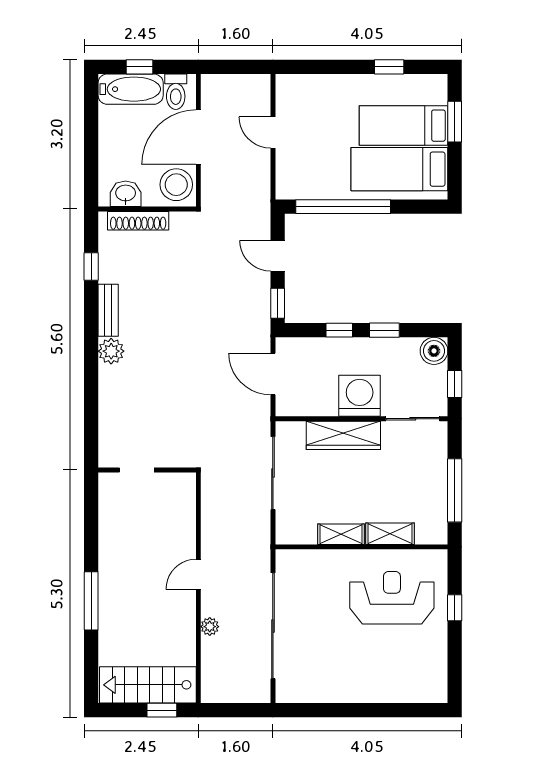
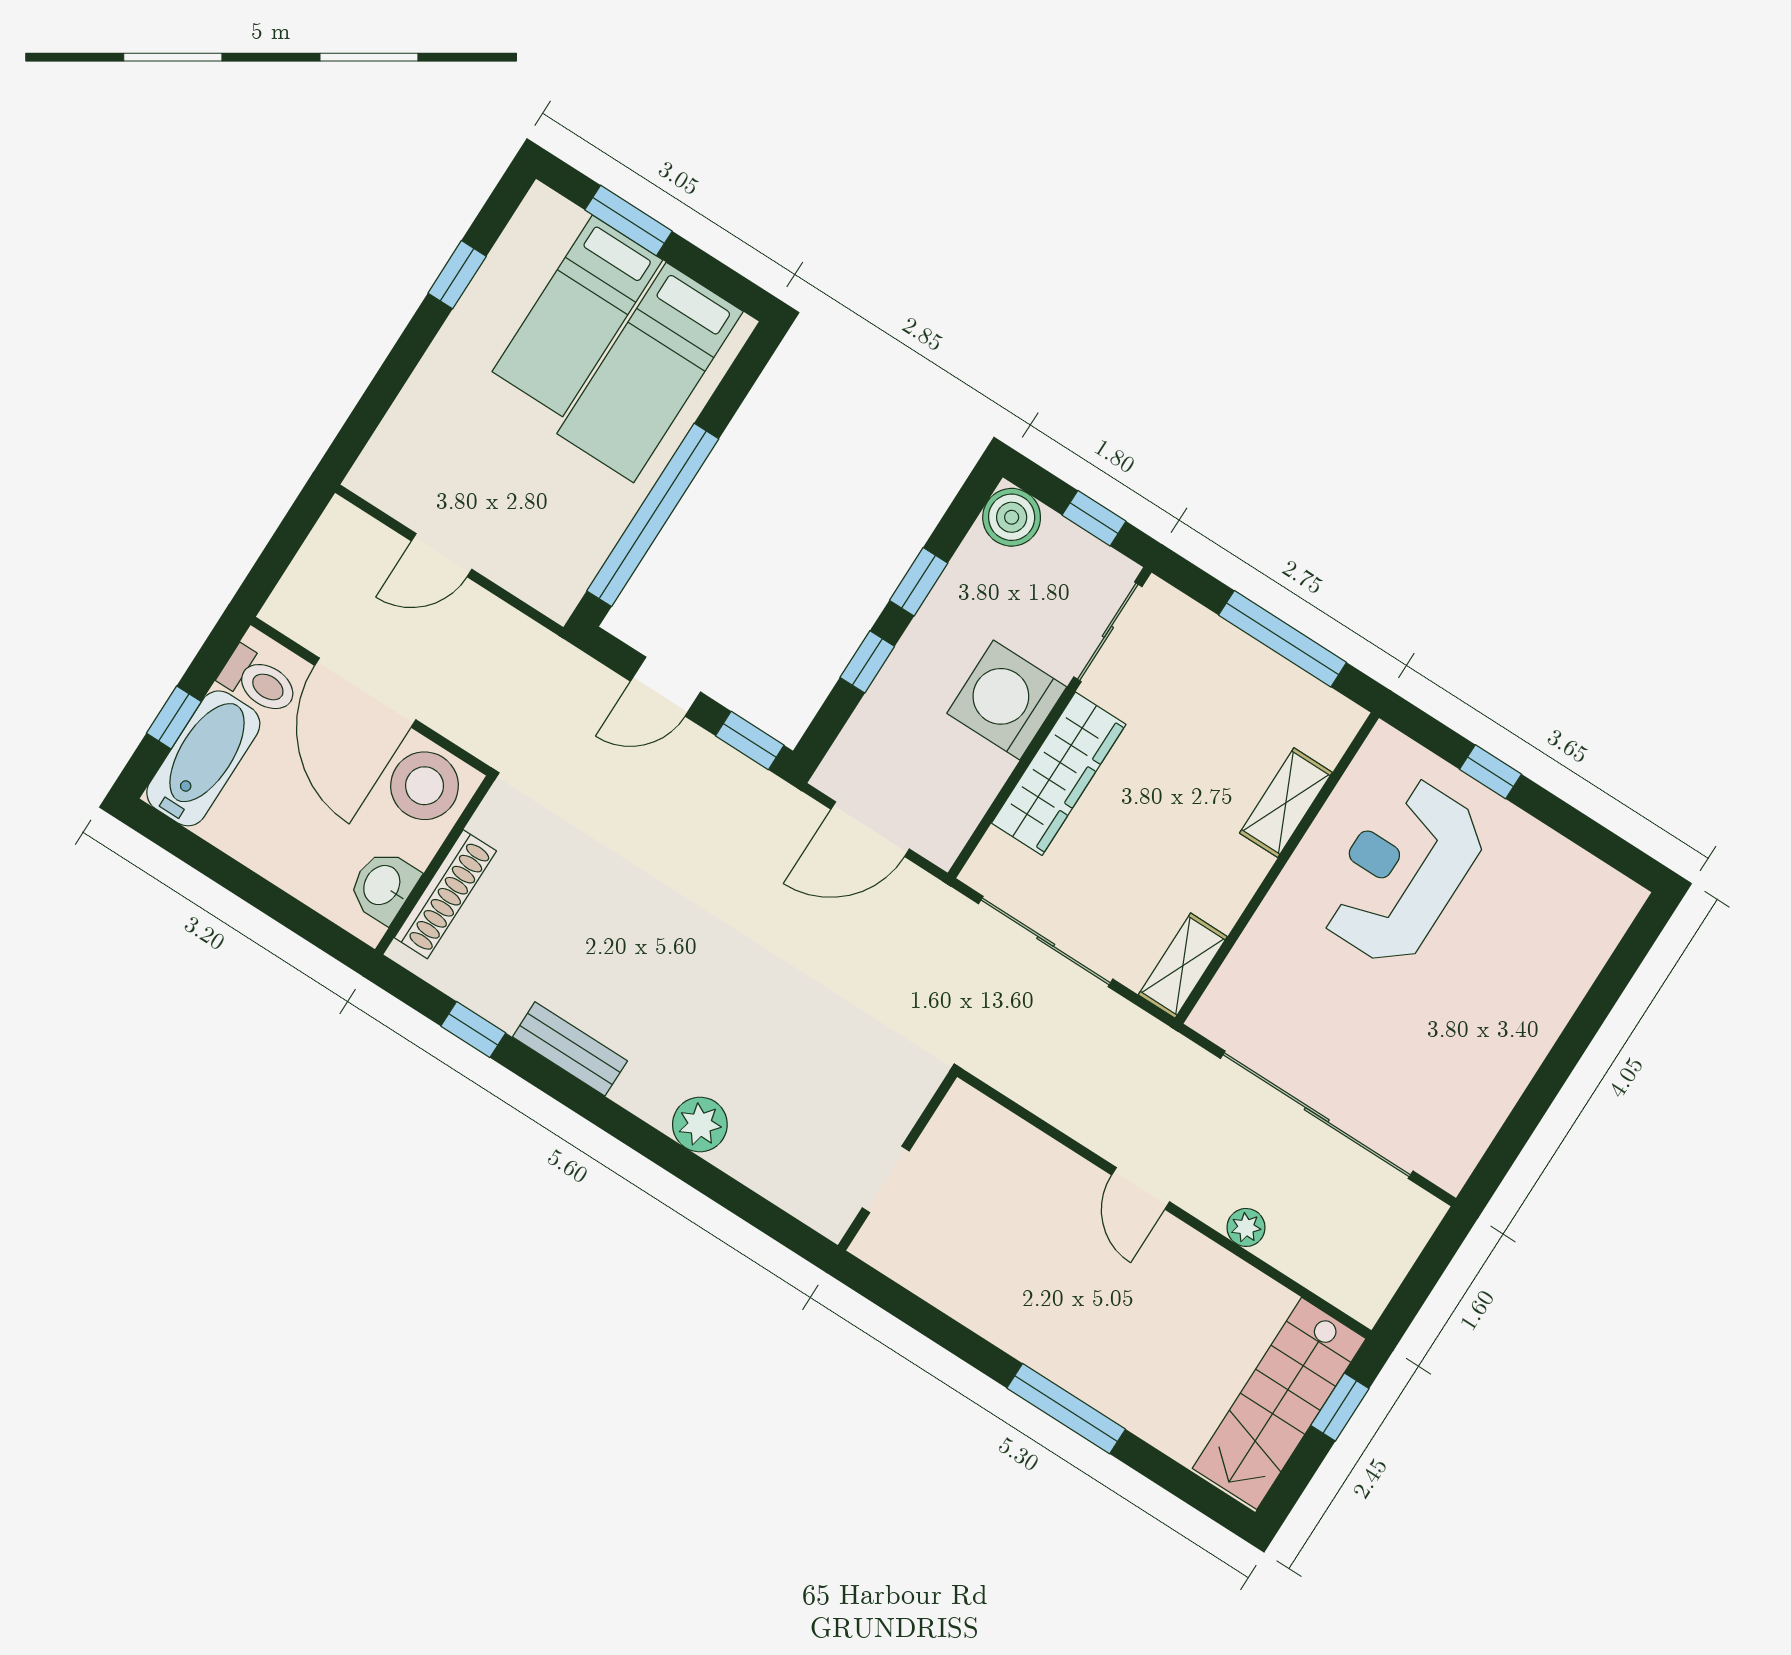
plant: (111, 351) -> (700, 1124), moved
shelving: (341, 534) -> (1183, 966), moved

